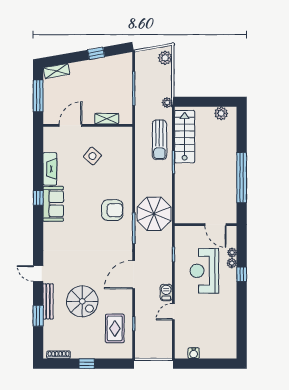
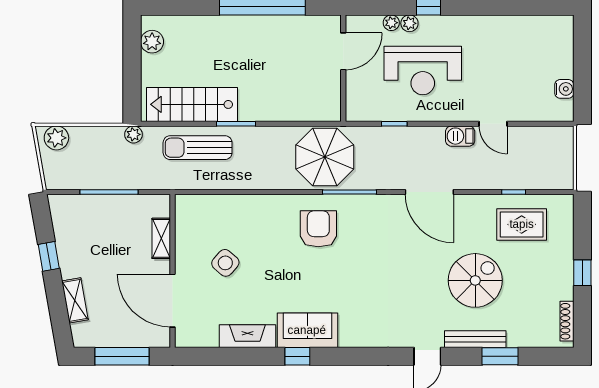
shelving: (57, 71) -> (75, 300), moved
door: (71, 125) -> (173, 301), width x1.36
sun lounger: (159, 140) -> (198, 148), turned 180

